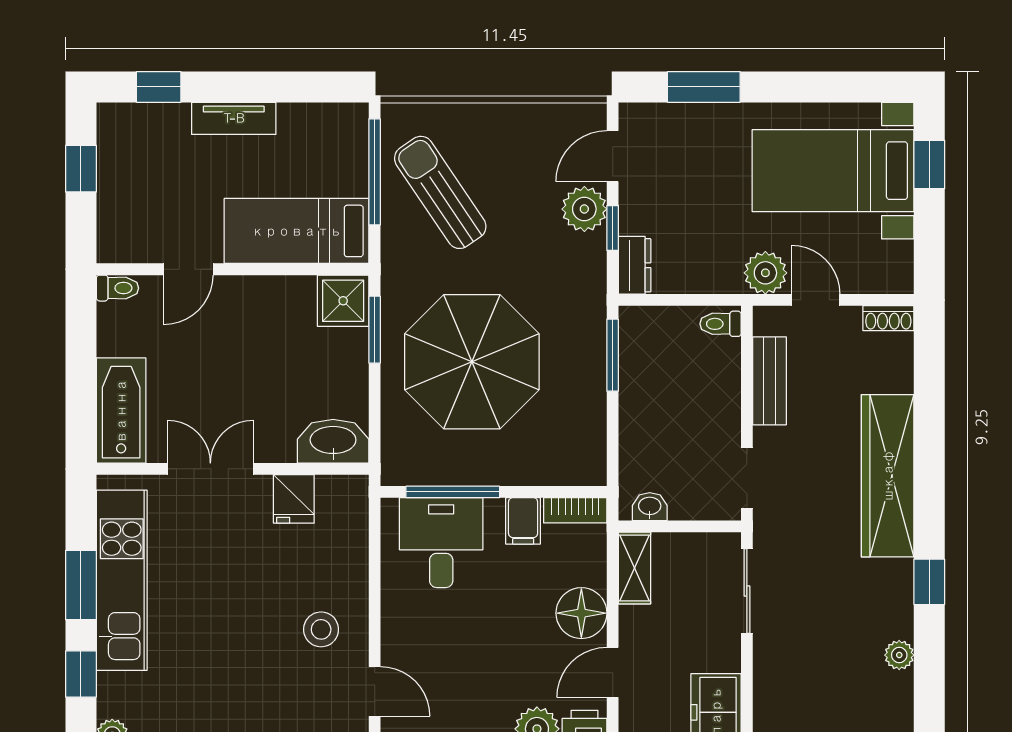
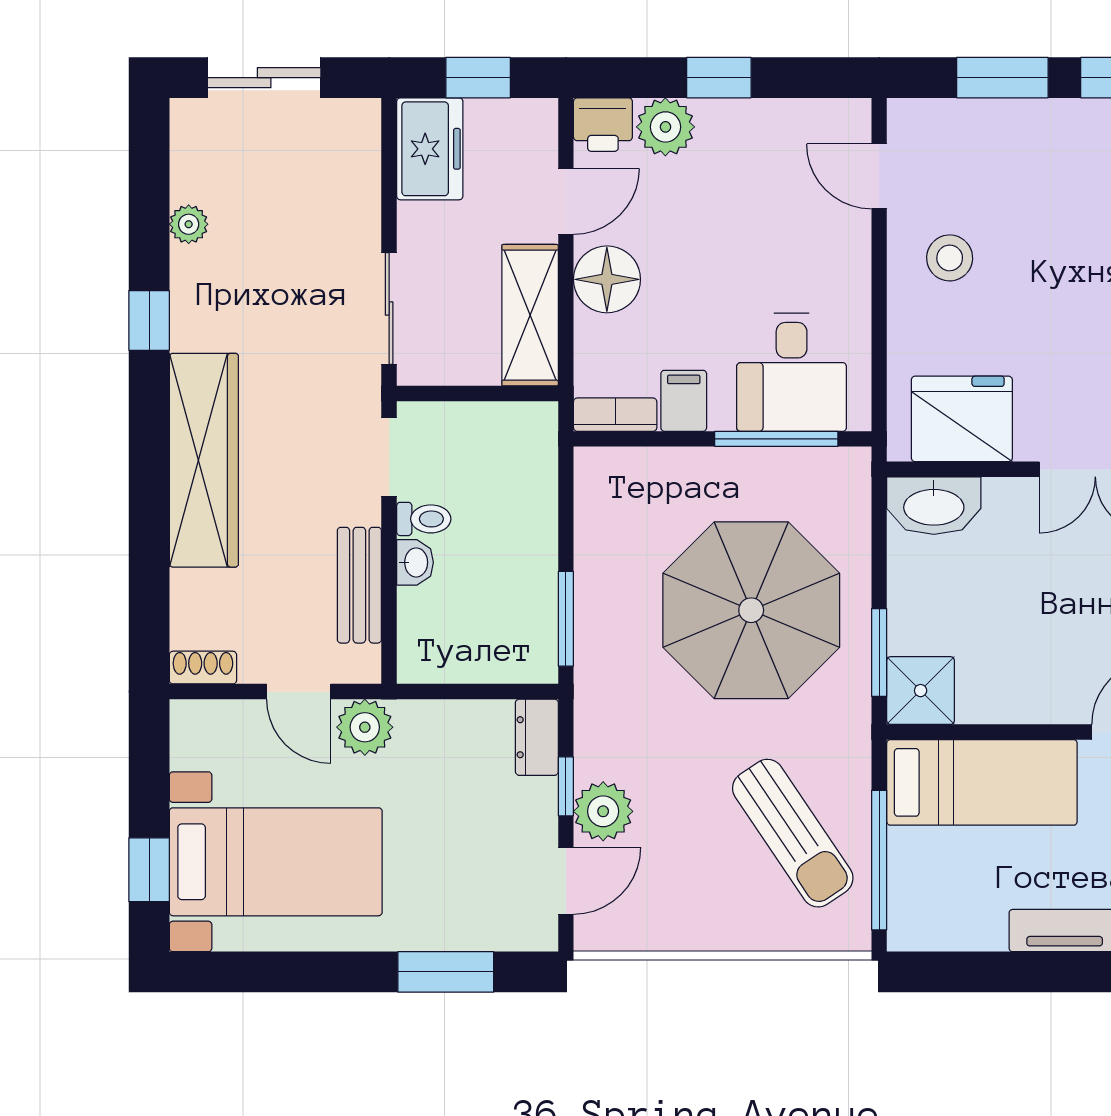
toilet: (721, 324) -> (424, 519), moved
fridge: (294, 499) -> (962, 419), width x1.88, depth x1.34
washbasin: (650, 507) -> (415, 562), moved, turned -90
shelving: (634, 568) -> (530, 315), width x1.50, depth x1.33

